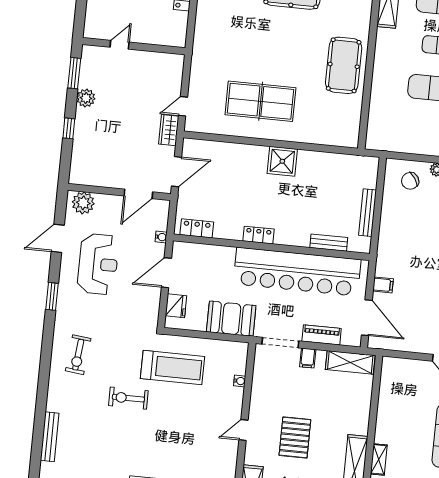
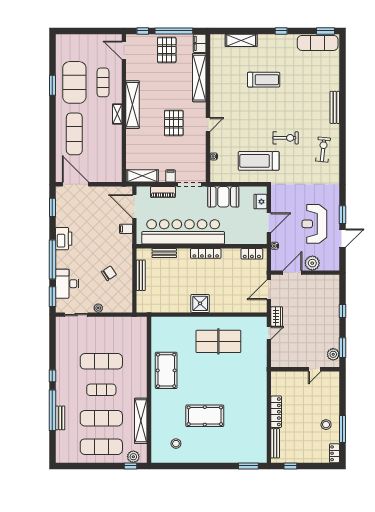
plant: (86, 98) -> (333, 354), moved
chair: (410, 181) -> (109, 273), moved
plant: (83, 203) -> (312, 263), moved
locker: (258, 235) -> (206, 253), width x1.53
window: (52, 296) -> (342, 215), moved
exercise bike: (78, 355) -> (323, 150), moved

